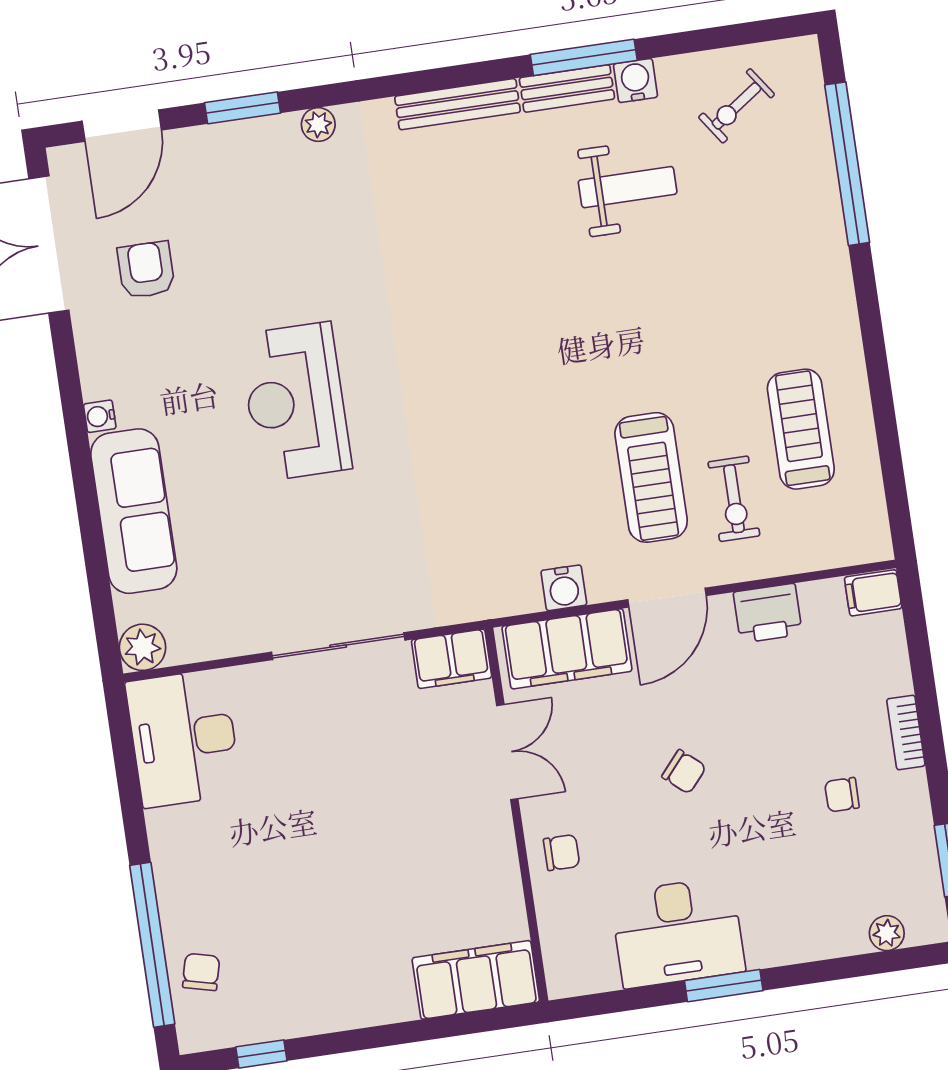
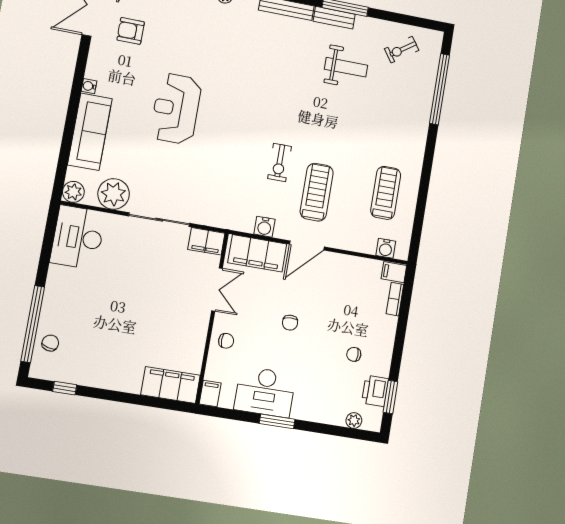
water cooler: (635, 81) -> (386, 248), moved, turned 180
armchair: (146, 270) -> (131, 31), turned -90
treadmill: (651, 477) -> (317, 192), turned 180
exercise bike: (734, 499) -> (280, 162), moved
printer: (768, 613) -> (375, 391), moved, turned 90
plant: (226, 624) -> (114, 194), added
bookcase: (906, 732) -> (395, 299), moved
chair: (684, 772) -> (290, 323), turned 46
filing cabinet: (564, 972) -> (210, 394), added

